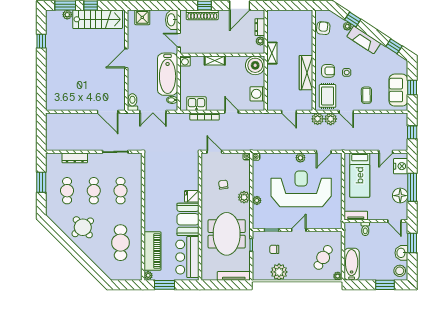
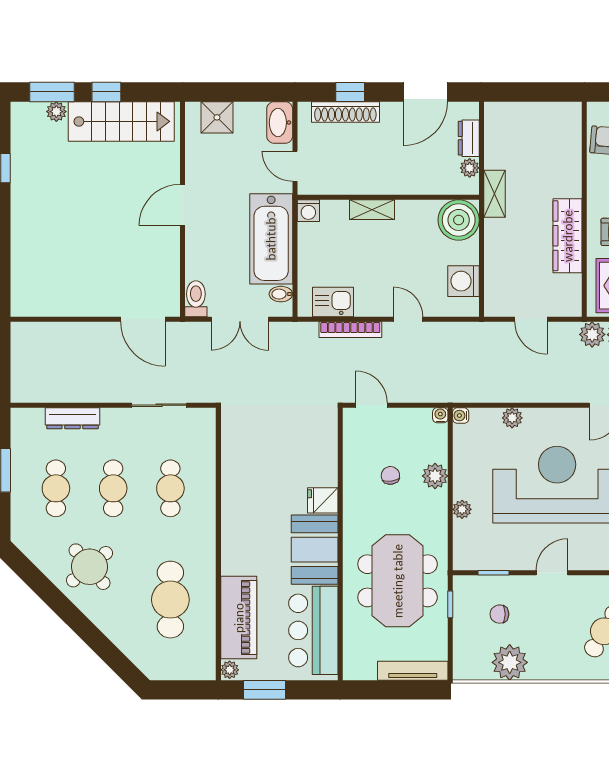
plant: (300, 158) -> (512, 418), moved
plant: (244, 197) -> (435, 476), moved

